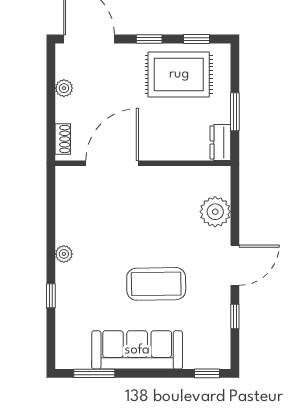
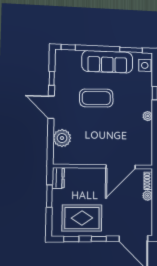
plant: (64, 88) -> (148, 196), moved
door: (235, 265) -> (51, 107), hinge flipped
side table: (69, 346) -> (145, 65), added

